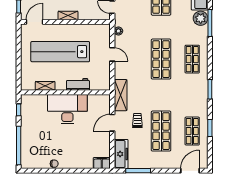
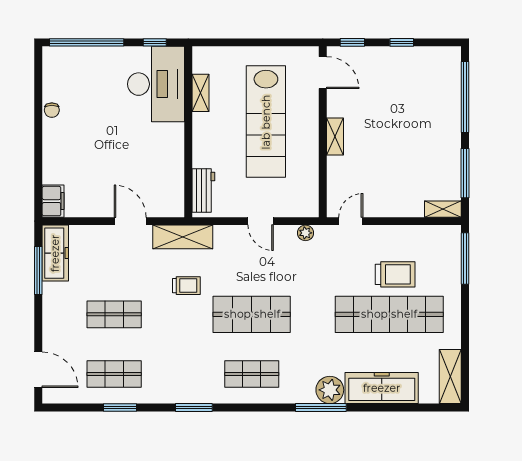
lab bench: (60, 52) -> (266, 122), turned 180
door: (112, 54) -> (261, 221), hinge flipped
workbench: (78, 84) -> (203, 191), moved
desk: (67, 109) -> (156, 84), moved
trolley: (137, 120) -> (186, 286), moved
shop shelf: (161, 131) -> (114, 314), width x0.70, depth x0.74
freezer: (121, 154) -> (55, 253), moved, turned -90

